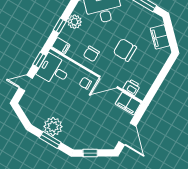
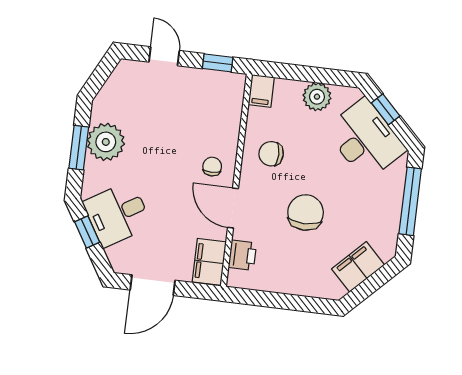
window: (60, 26) -> (298, 73), removed
desk: (54, 70) -> (117, 214), moved, turned -121

